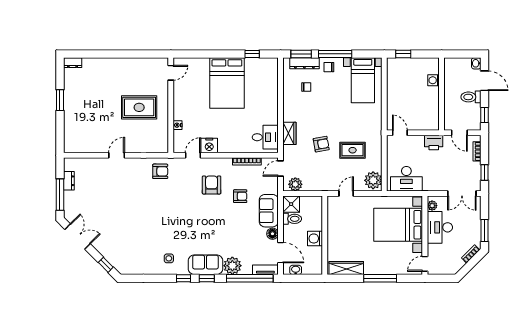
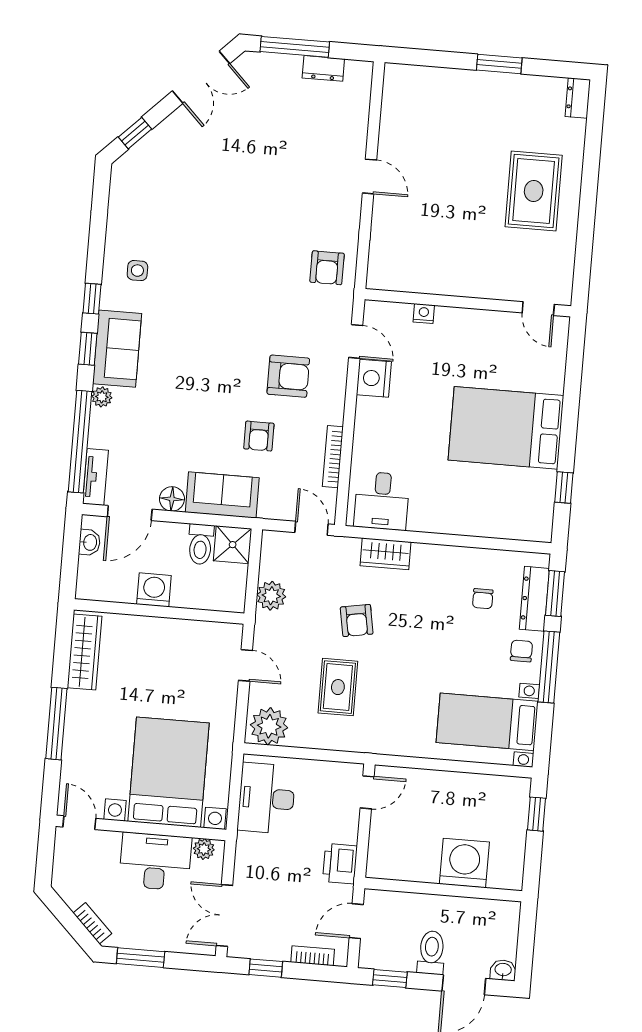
washing machine: (434, 80) -> (464, 863), width x1.89, depth x1.89
rug: (139, 107) -> (534, 191), moved
plant: (295, 184) -> (271, 596), moved
plant: (232, 266) -> (102, 397), width x0.53, depth x0.53

